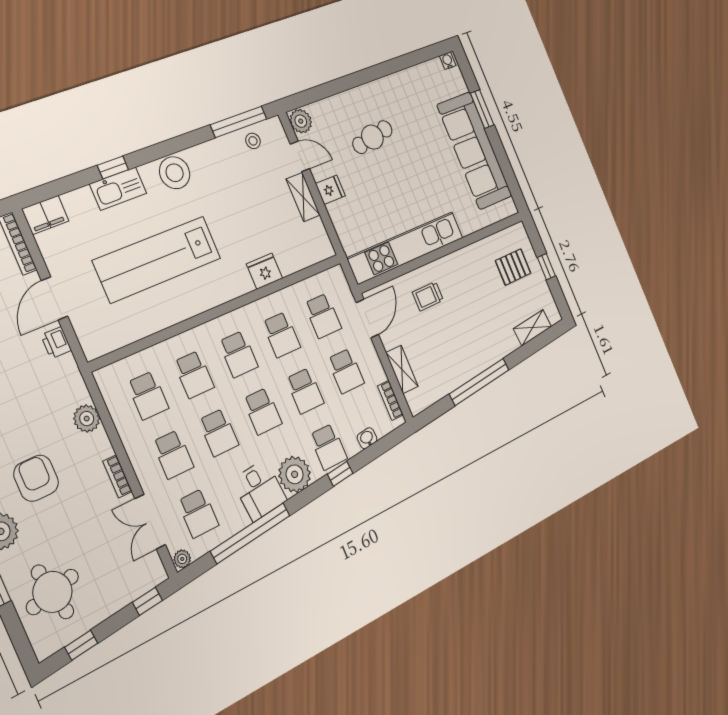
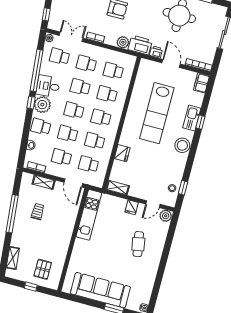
window: (239, 122) -> (183, 188), width x0.46
shelving: (303, 197) -> (118, 188), moved
kitchen unit: (406, 248) -> (89, 215), width x0.73
lab bench: (158, 259) -> (157, 113), turned 180
trolley: (428, 296) -> (38, 212), moved
printer: (67, 382) -> (140, 45), added
window: (340, 474) -> (31, 103), moved

